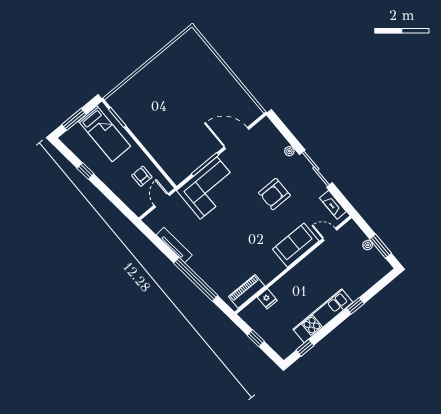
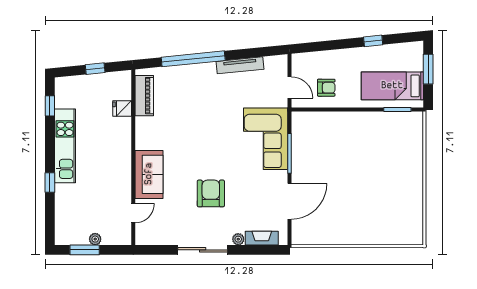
fireplace: (333, 205) -> (262, 238), moved

